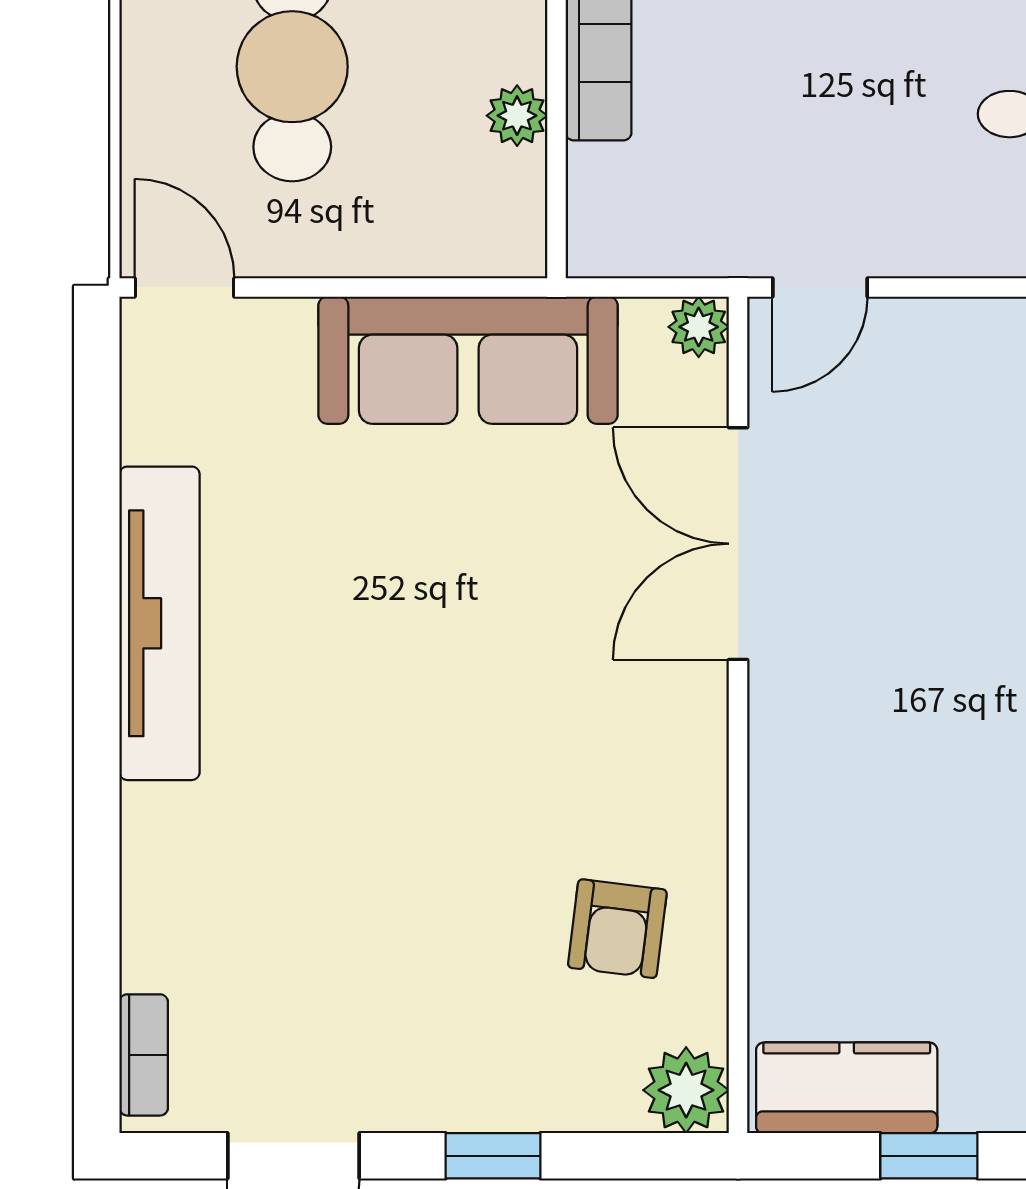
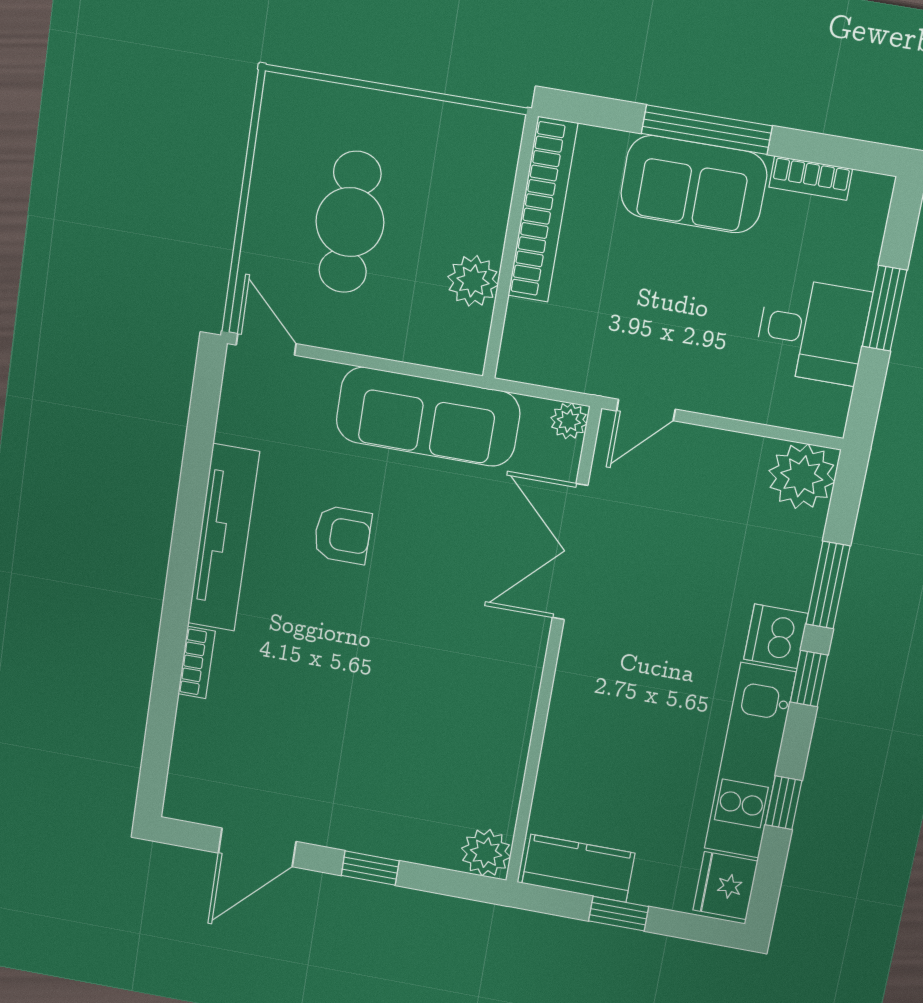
plant: (517, 116) -> (473, 281), width x1.38, depth x1.38
armchair: (617, 929) -> (342, 535), moved, turned -97
bookcase: (144, 1055) -> (197, 662), moved

